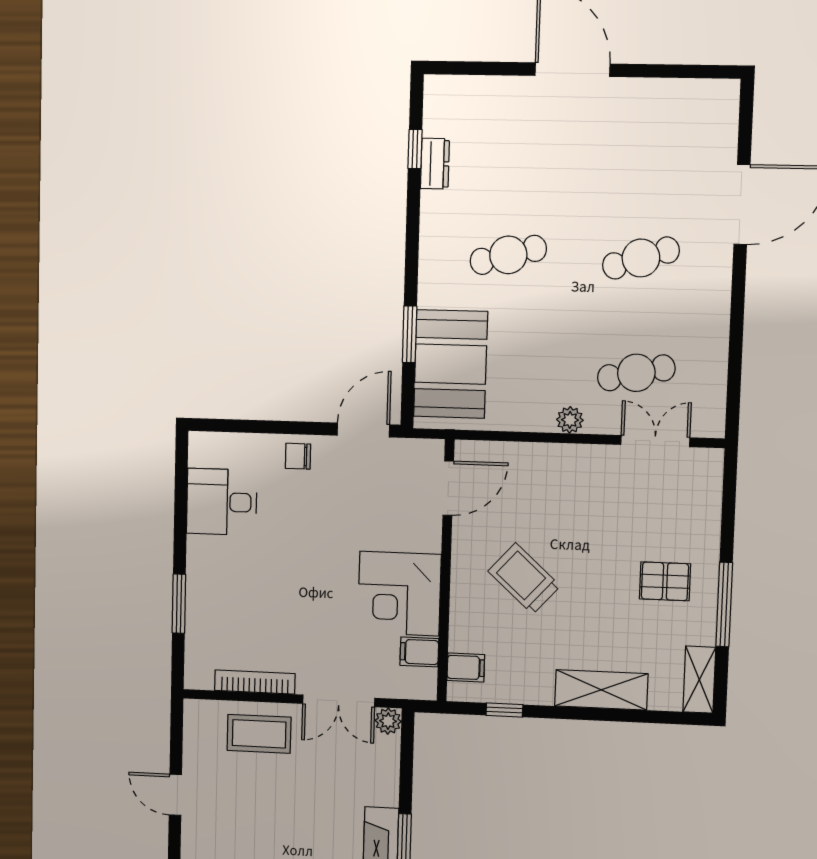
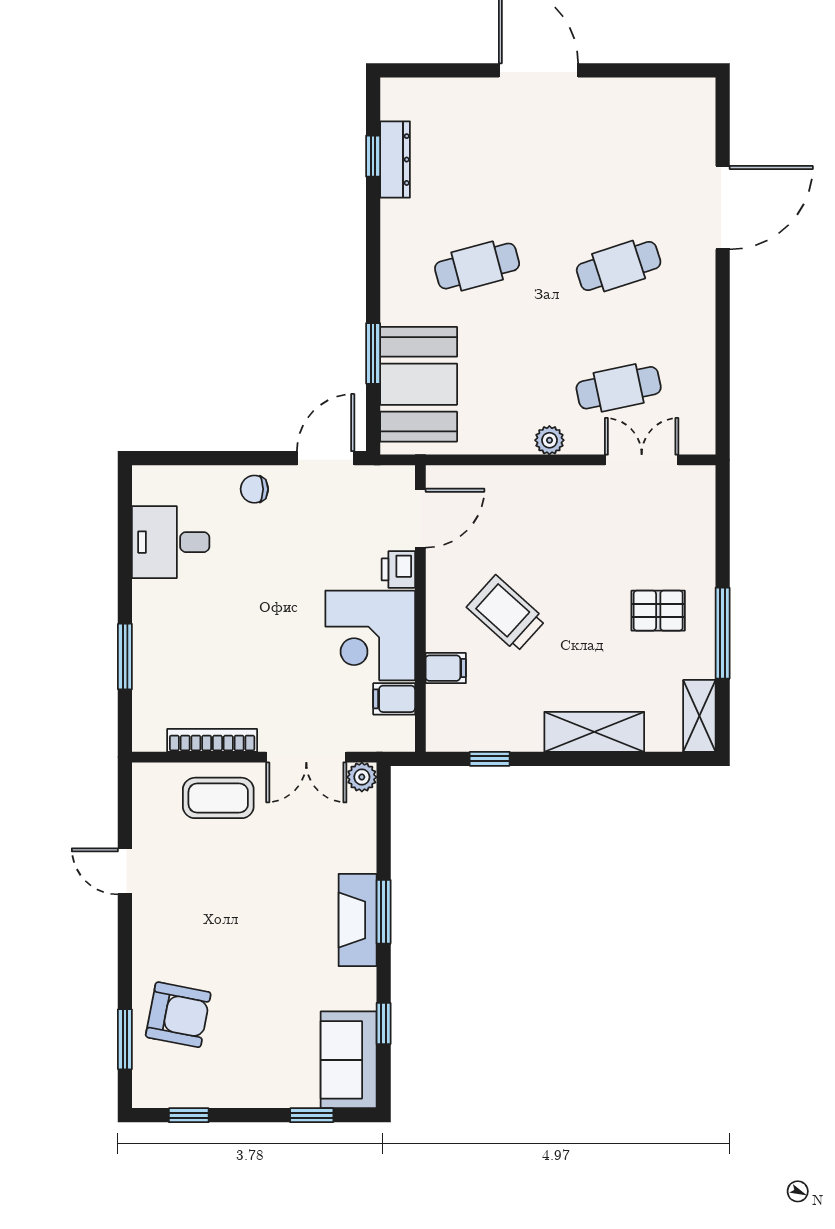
dresser: (435, 164) -> (395, 160), width x1.44
printer: (427, 534) -> (398, 569), added
filing cabinet: (466, 668) -> (446, 668), moved

